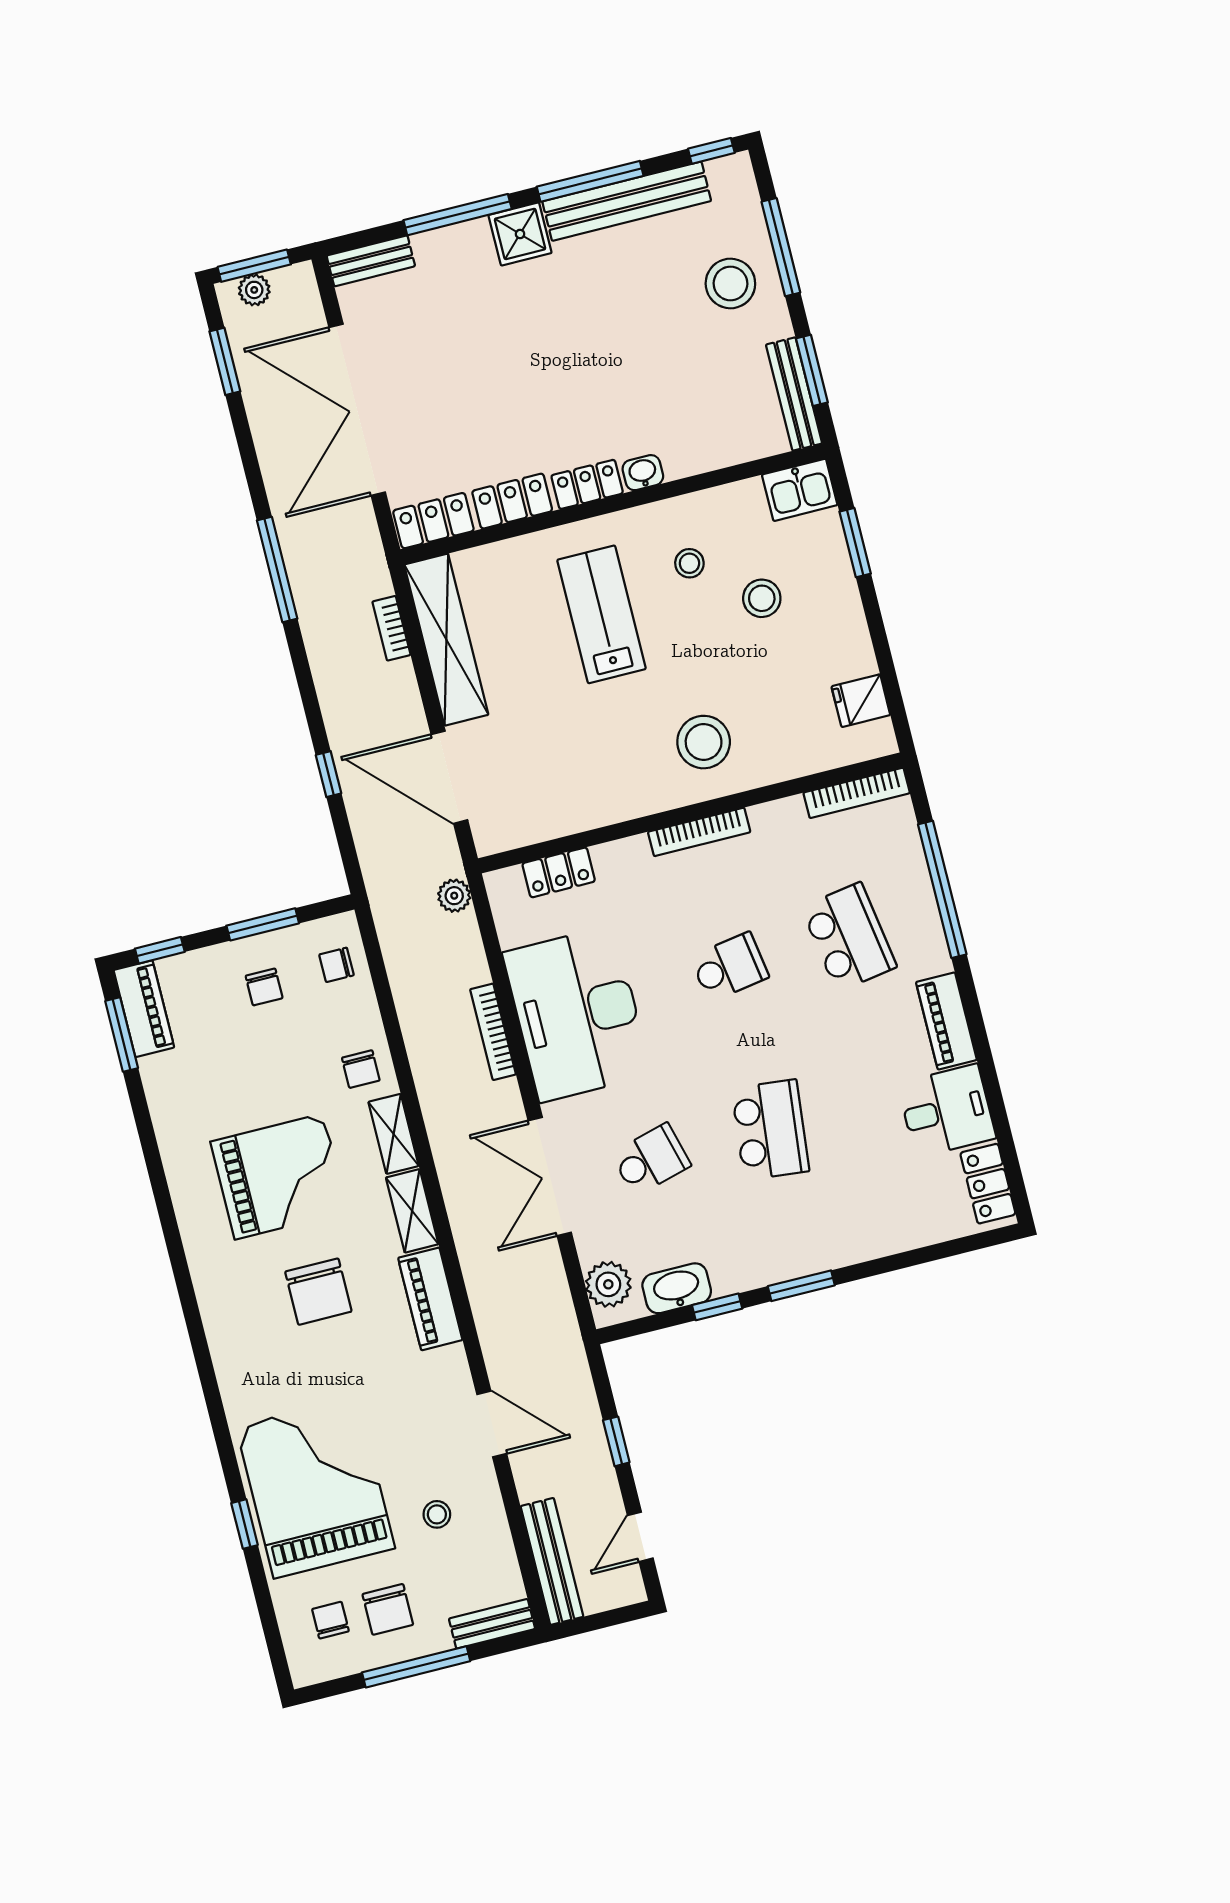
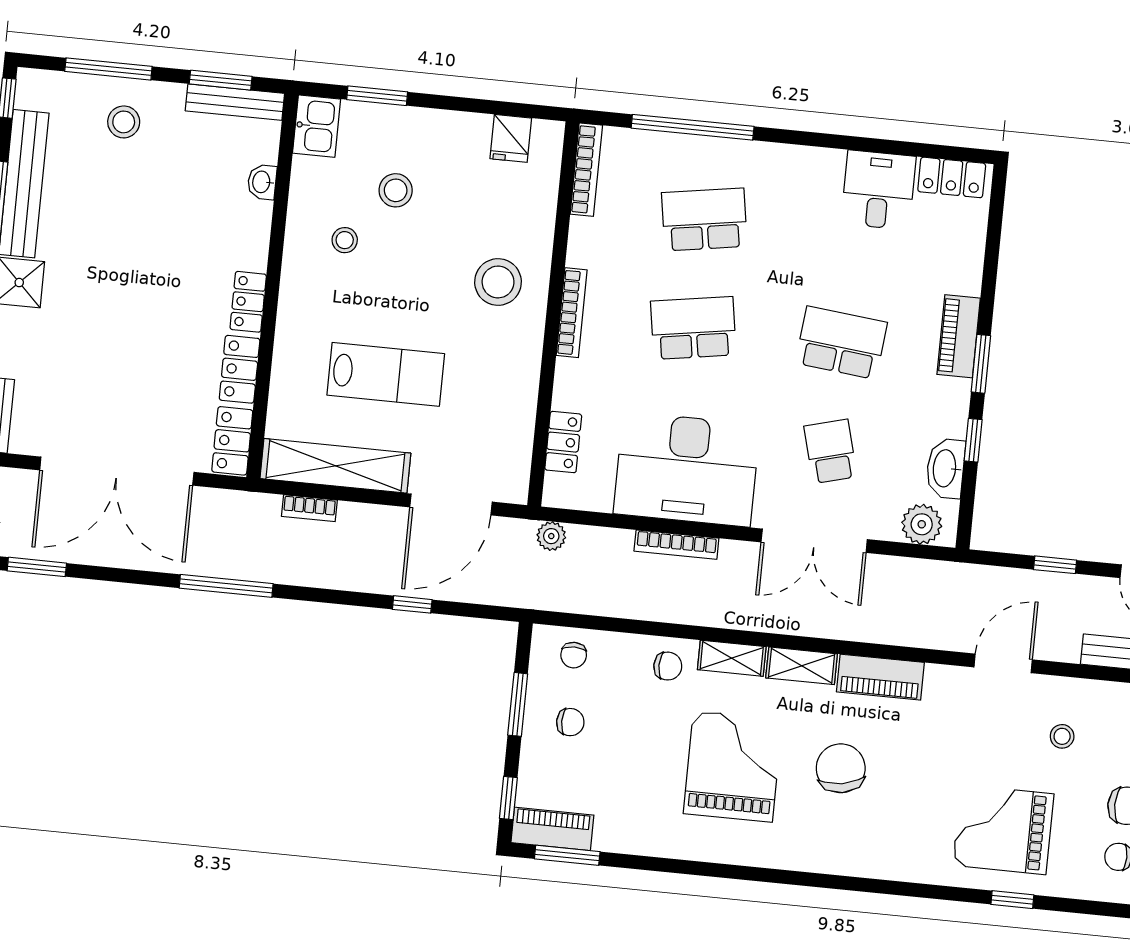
stool: (730, 283) -> (124, 122), width x0.73, depth x0.73
washbasin: (643, 473) -> (262, 182), moved
lab bench: (602, 614) -> (386, 374), moved, turned 180
school desk: (729, 967) -> (693, 328), width x1.85
piano: (946, 1021) -> (959, 336), moved, turned 90
chair: (318, 1292) -> (841, 768), turned -100
grand piano: (315, 1488) -> (1003, 830), width x0.73, depth x0.68

